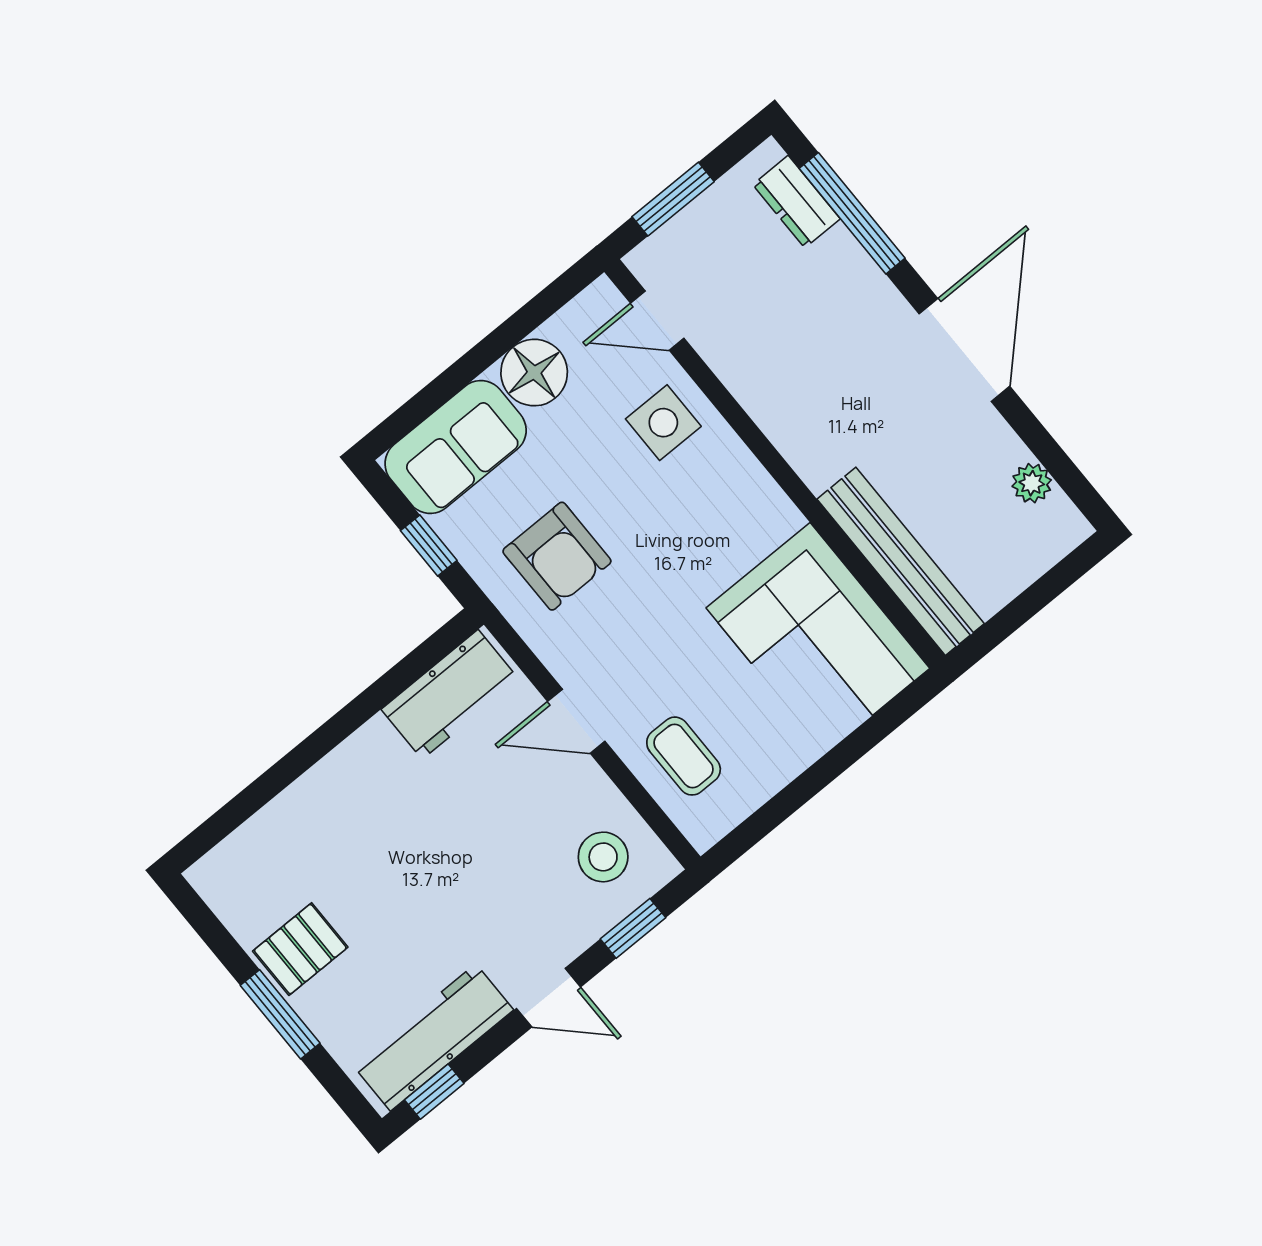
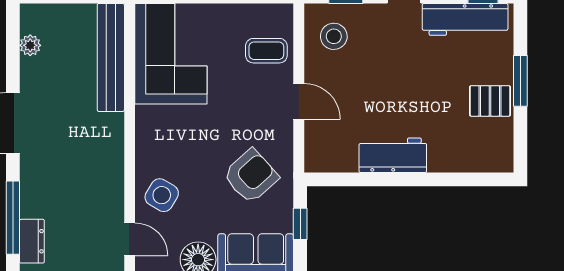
side table: (663, 423) -> (162, 195), turned 31
armchair: (557, 556) -> (251, 176), turned 48
workbench: (450, 694) -> (393, 155), moved
coffee table: (684, 756) -> (266, 51), turned 90

